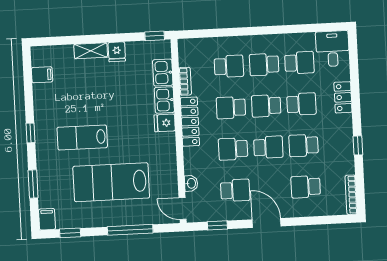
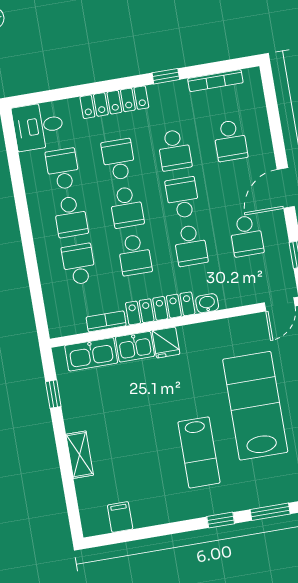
window: (155, 36) -> (53, 394), moved
fridge: (117, 52) -> (77, 419), removed
kitchen sink: (163, 73) -> (91, 354), width x1.38
locker: (343, 97) -> (114, 102), width x1.53
window: (30, 133) -> (221, 520), moved
lab bench: (111, 182) -> (255, 406), turned 180
washbasin: (191, 183) -> (207, 303), moved
school desk: (235, 190) -> (246, 236), turned 180
bookcase: (351, 195) -> (215, 81), moved

